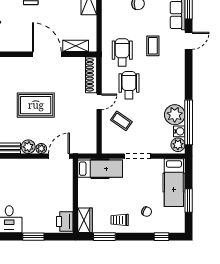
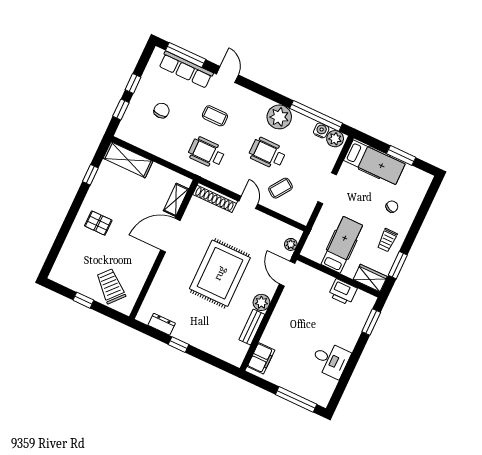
wheelchair: (129, 85) -> (267, 153), moved
rug: (36, 105) -> (220, 273), width x1.37, depth x1.44
plant: (175, 115) -> (279, 117), moved
plant: (41, 148) -> (291, 244), moved
hospital bed: (100, 169) -> (342, 245), moved
printer: (65, 221) -> (343, 292), moved
window: (33, 237) -> (371, 322), moved
window: (161, 237) -> (427, 203), removed

